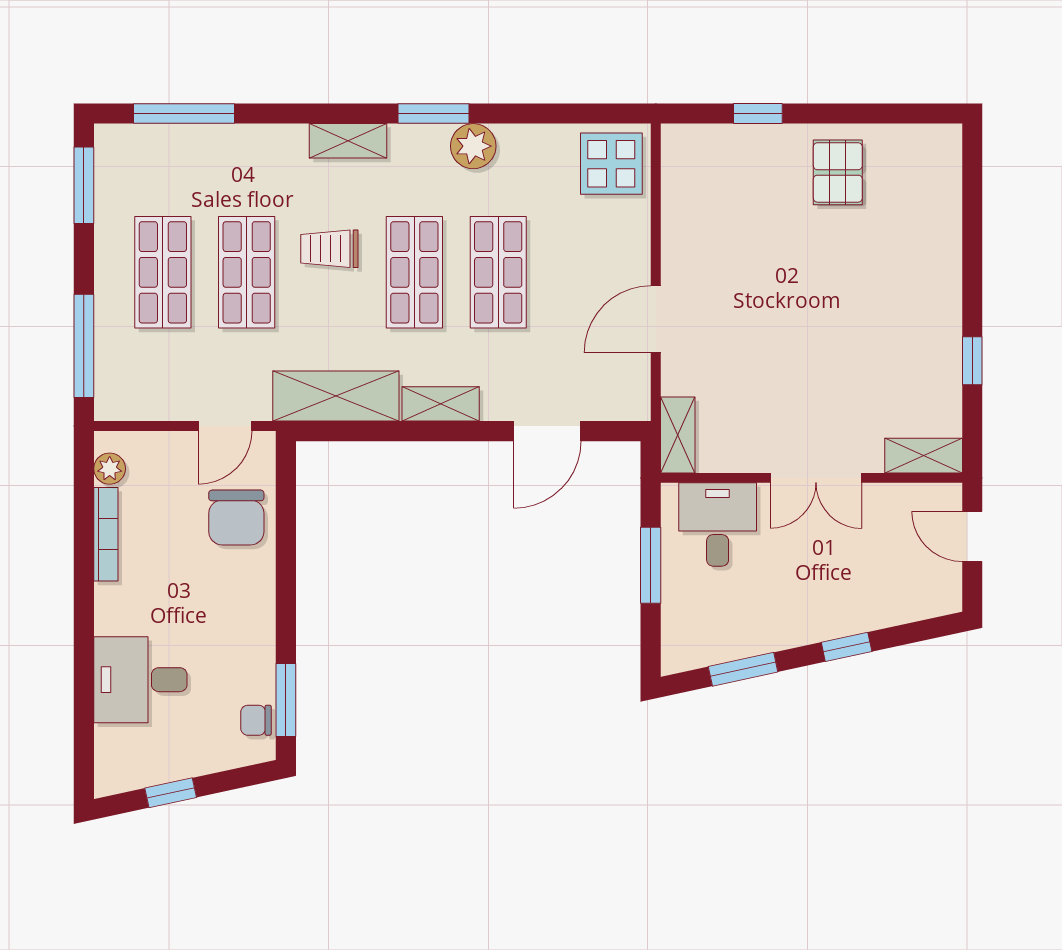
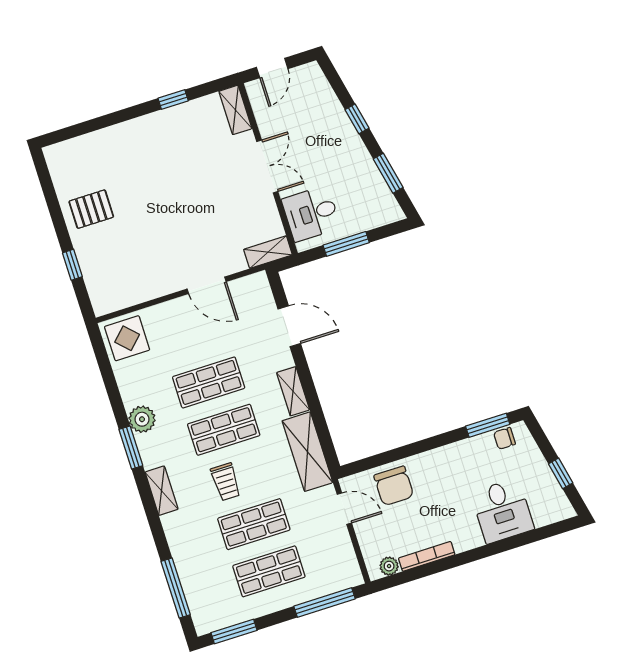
chair: (236, 518) -> (394, 486), turned 90
chair: (256, 720) -> (504, 438), turned 90

